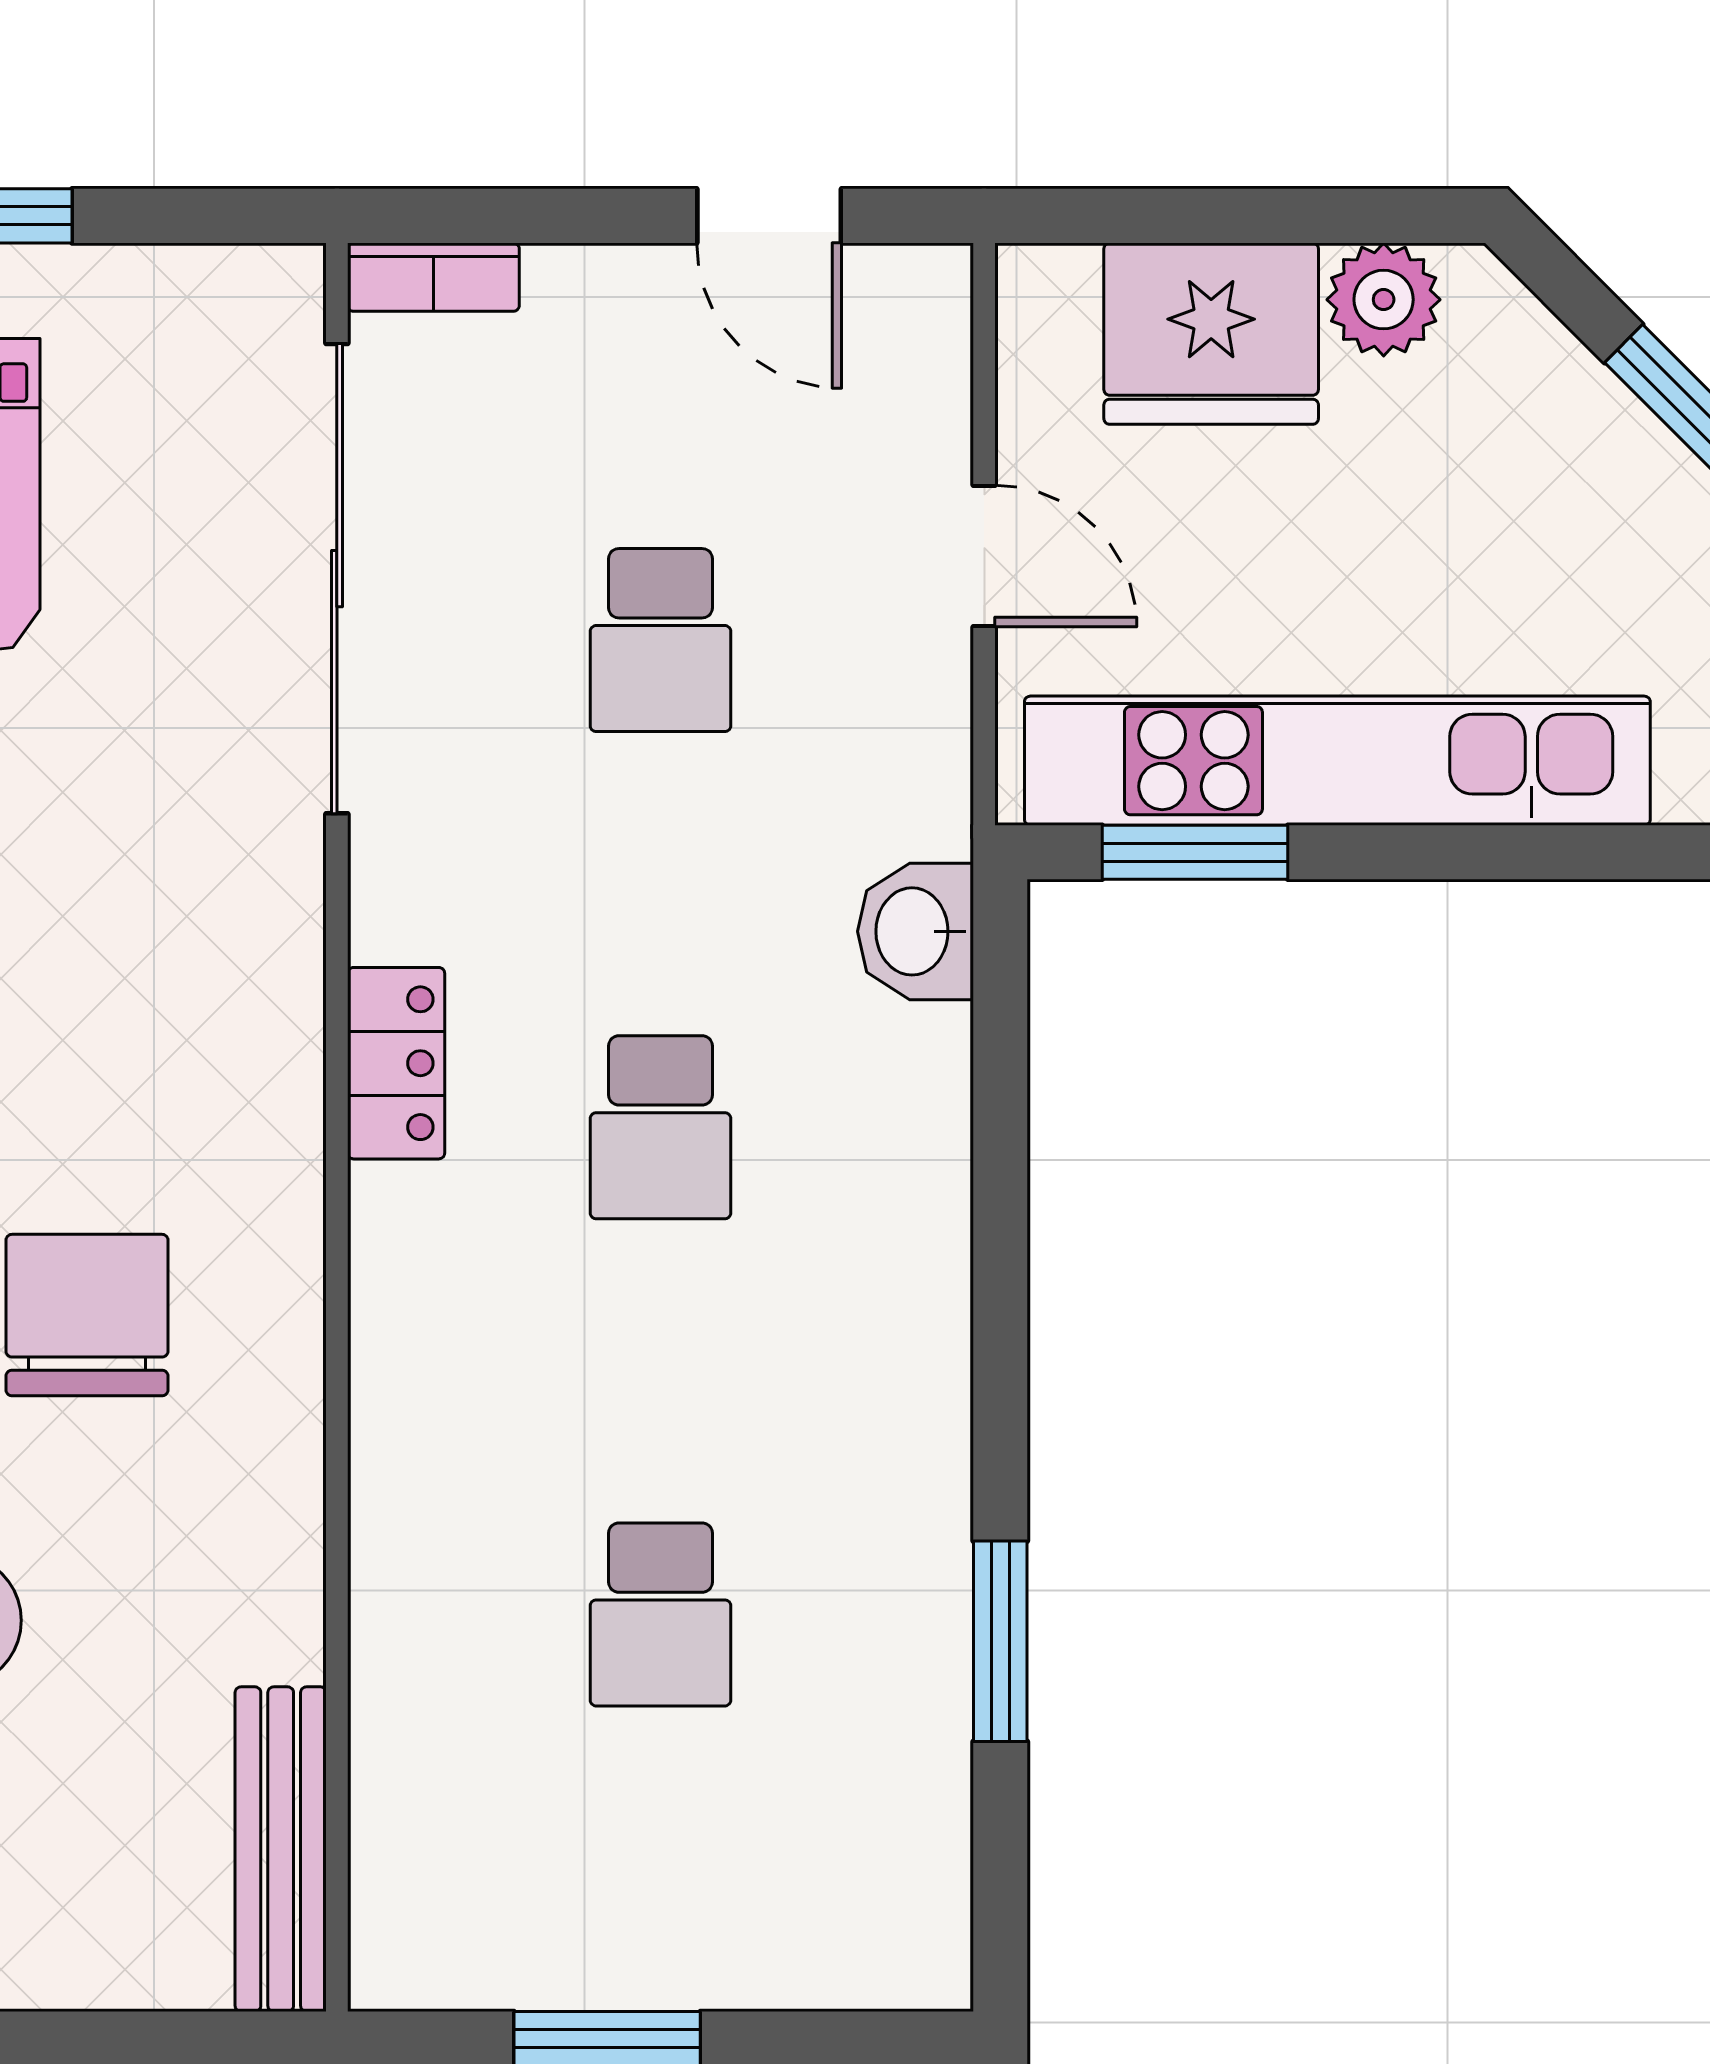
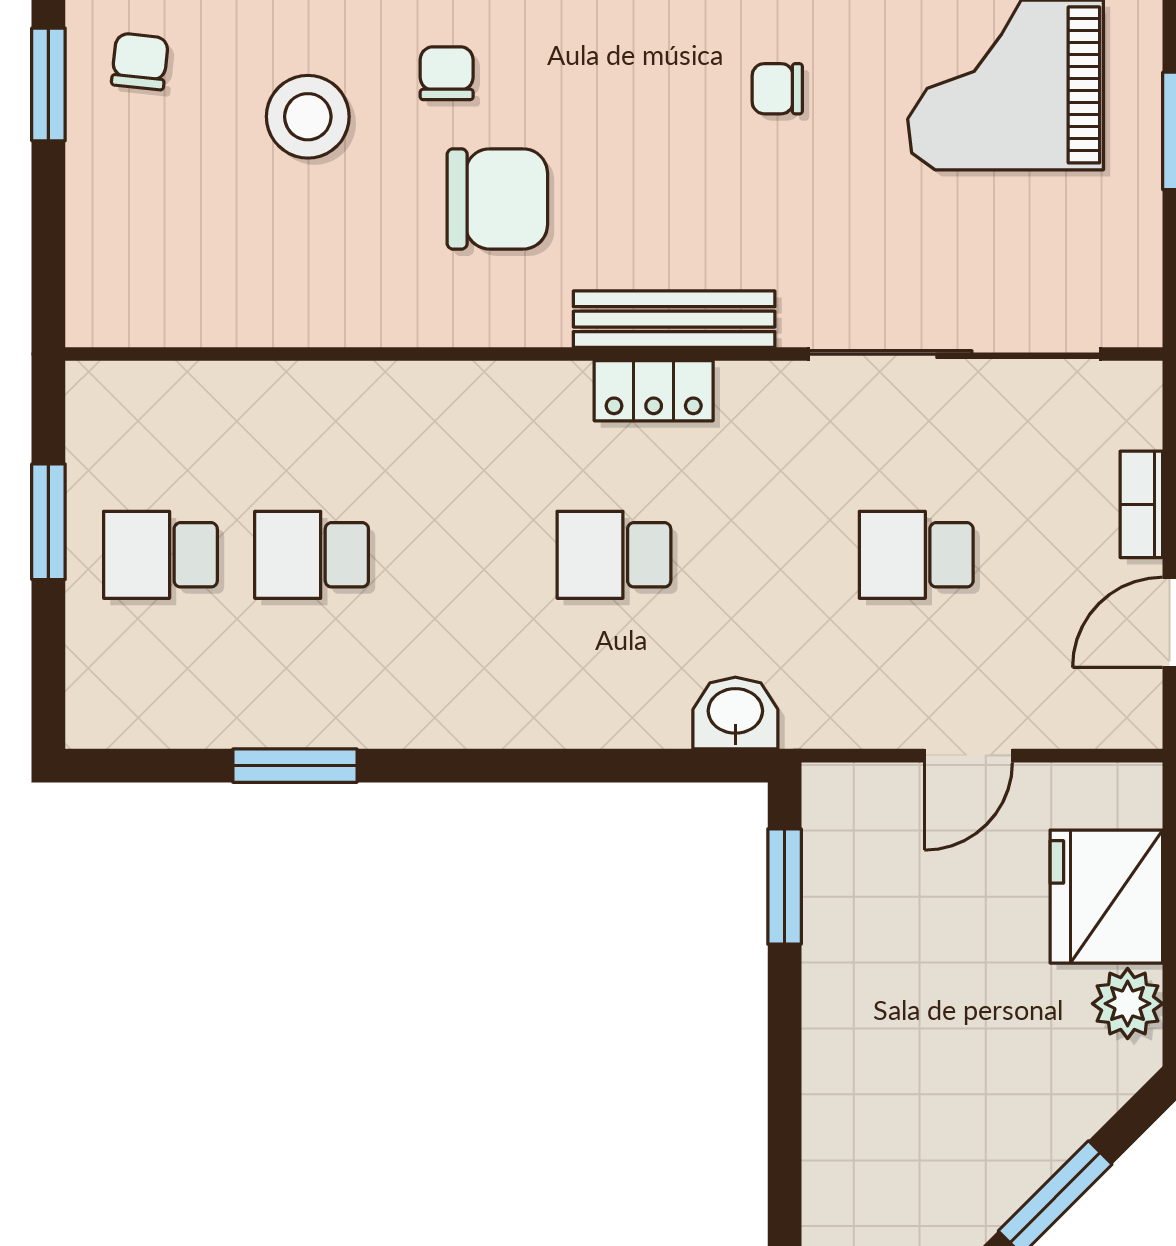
bookcase: (433, 277) -> (1141, 504), moved
kitchen unit: (1337, 761) -> (841, 975), removed
bench: (281, 1849) -> (674, 319), moved
school desk: (660, 1858) -> (160, 555), added

